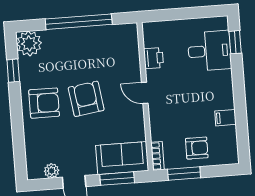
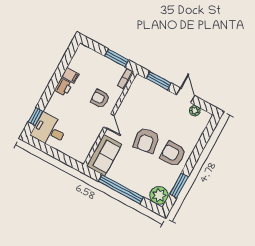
desk: (209, 51) -> (49, 130), moved
printer: (154, 58) -> (63, 87), moved, turned 180
window: (13, 71) -> (179, 185), width x1.50
armchair: (197, 148) -> (100, 99), moved
sofa: (122, 158) -> (104, 155), moved, turned -90

